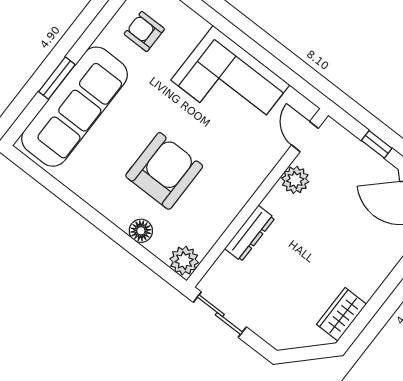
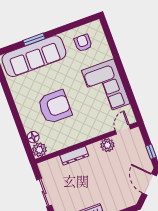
floor lamp: (141, 231) -> (33, 137), moved
sliding door: (220, 315) -> (44, 192), moved

